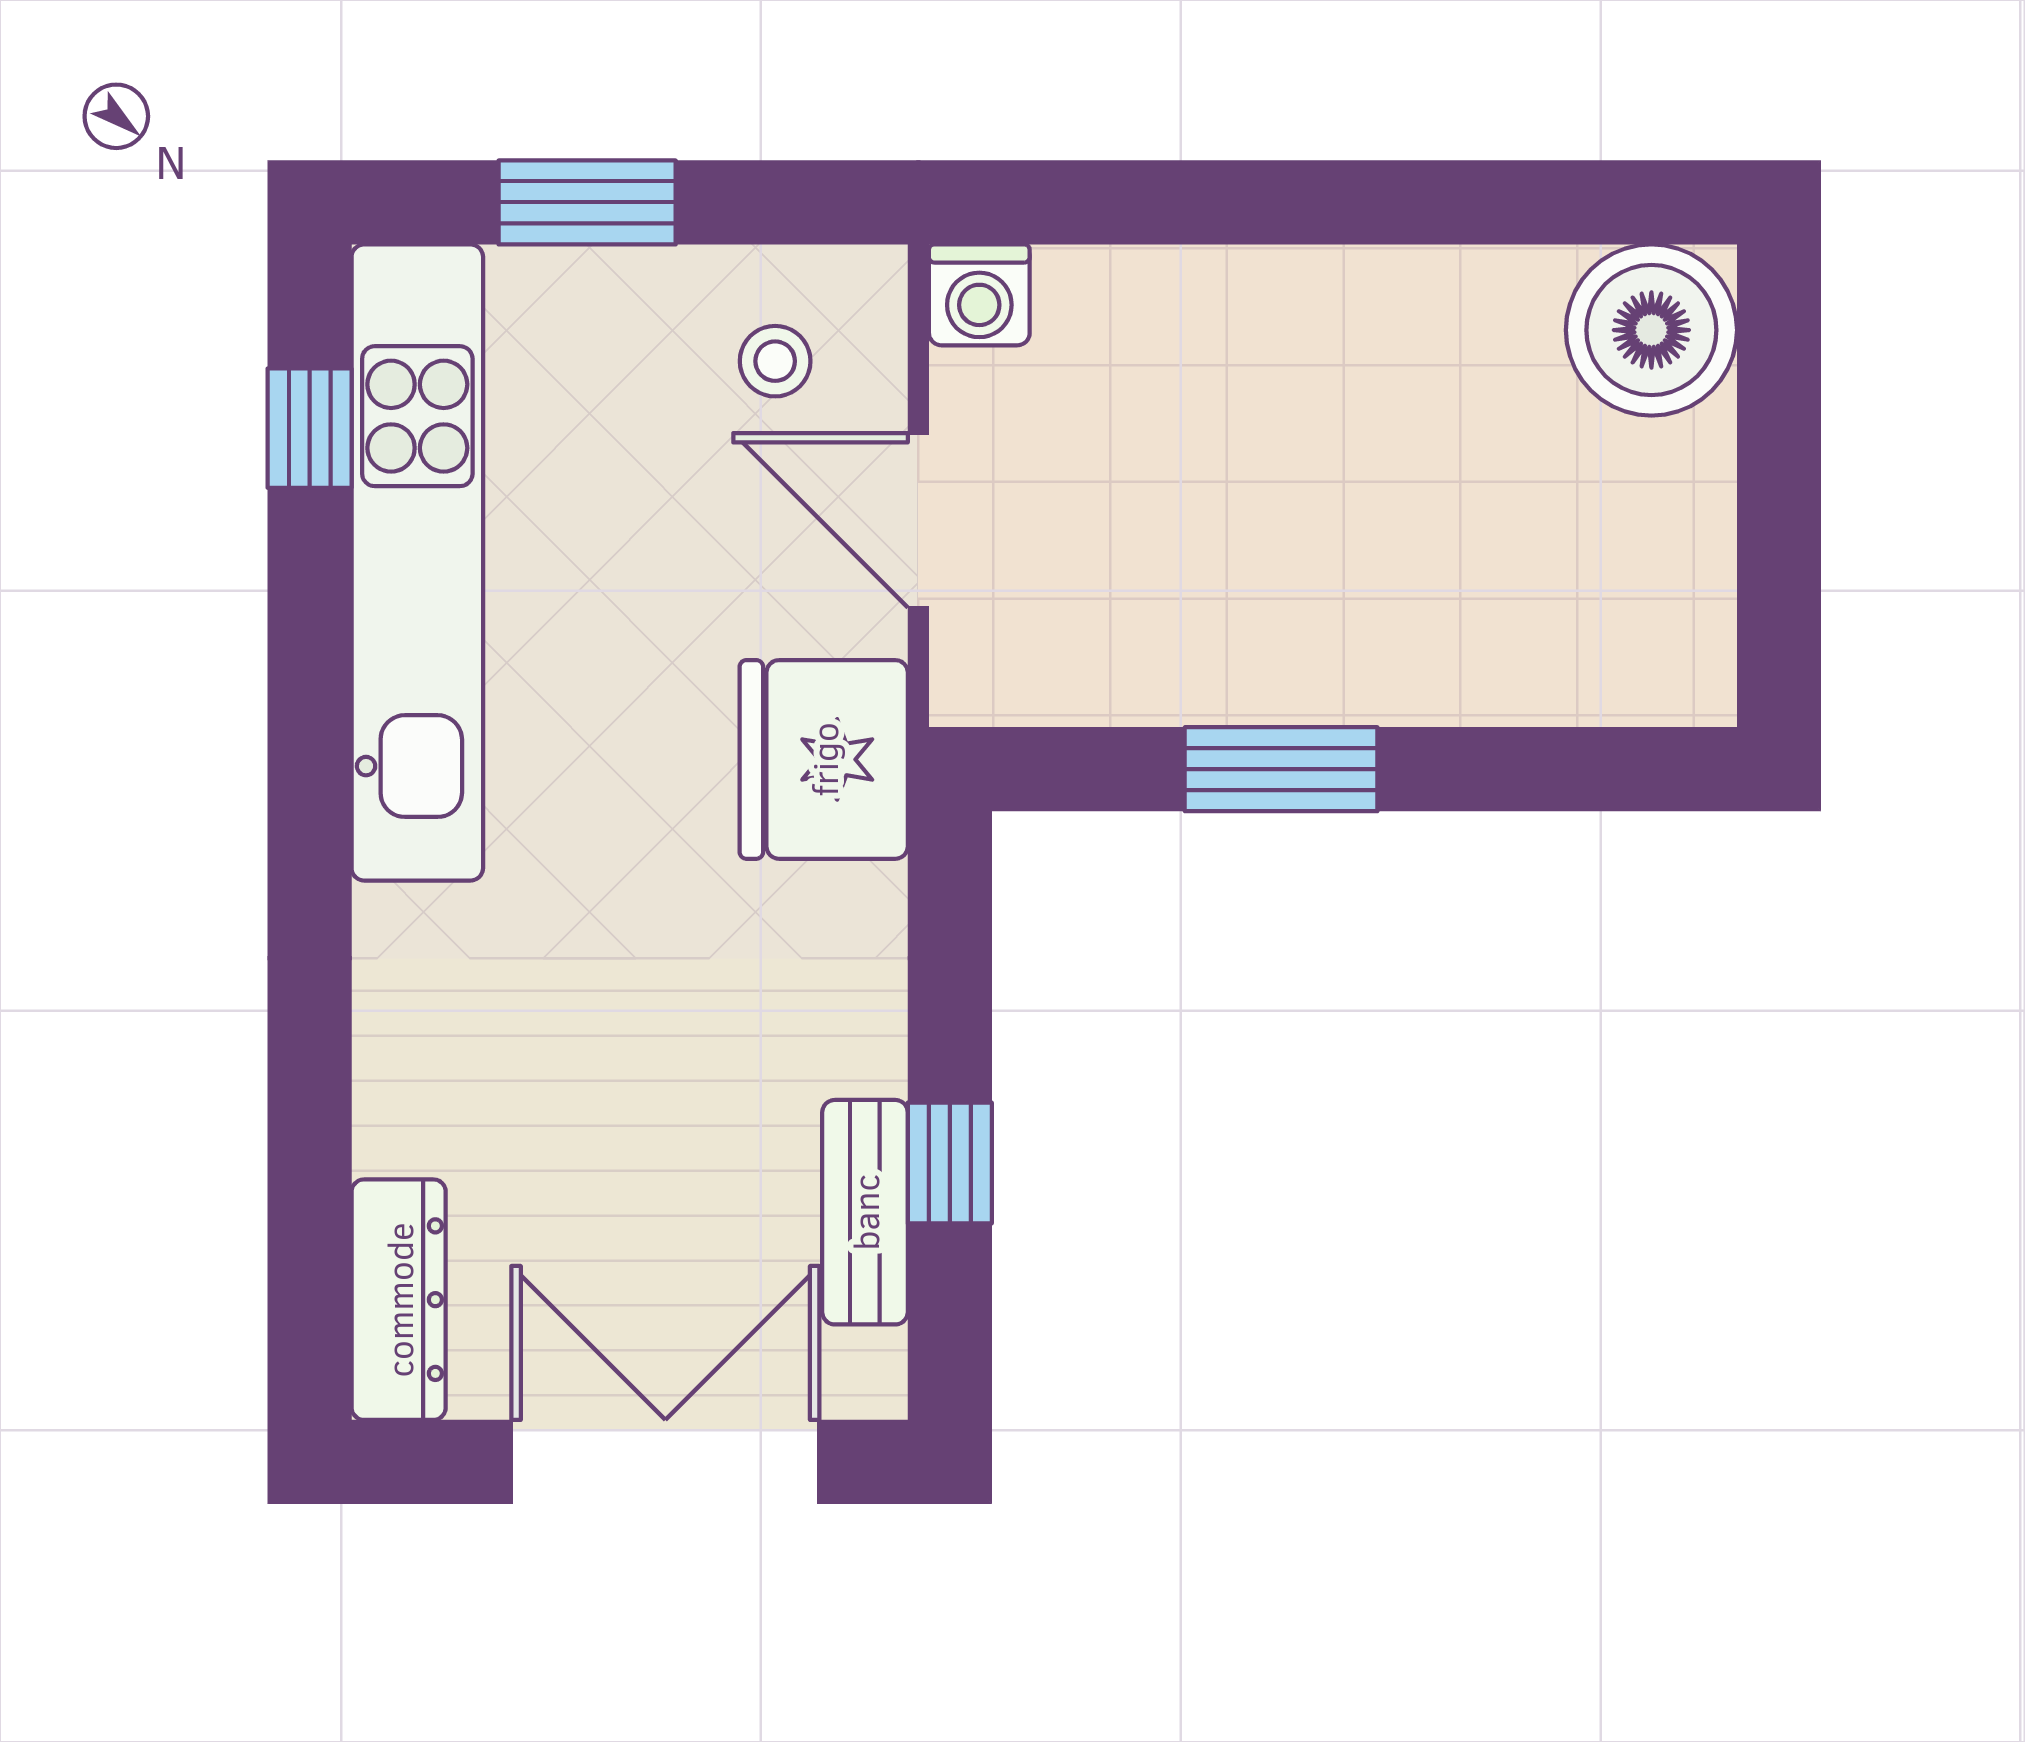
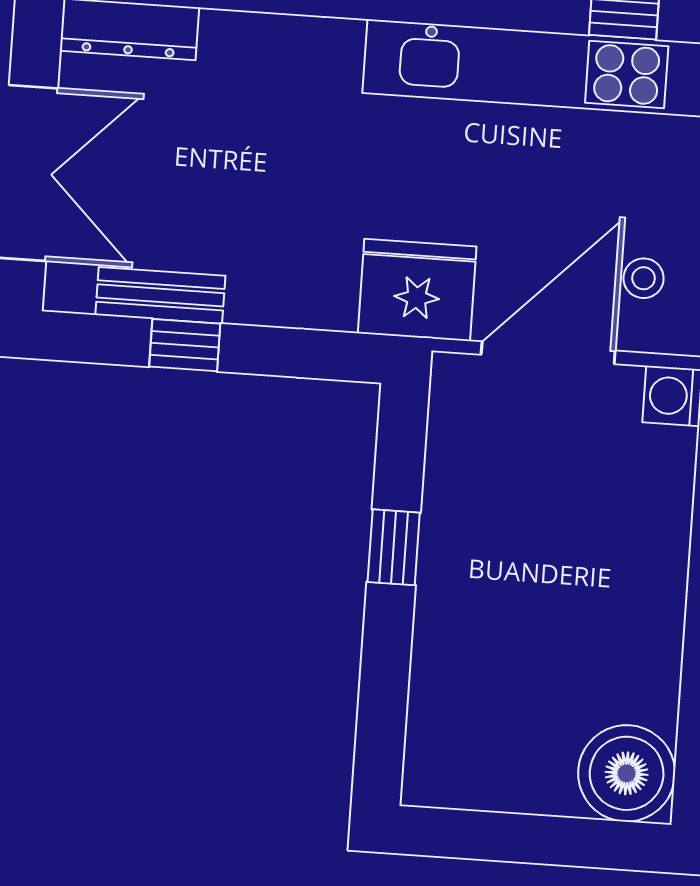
door: (918, 520) -> (548, 353), width x1.36
window: (1281, 769) -> (394, 547), width x0.67

